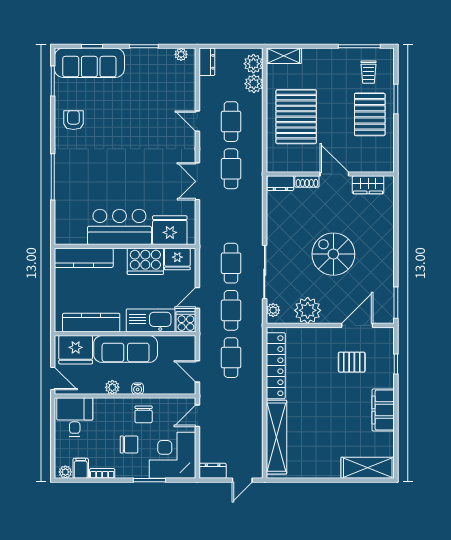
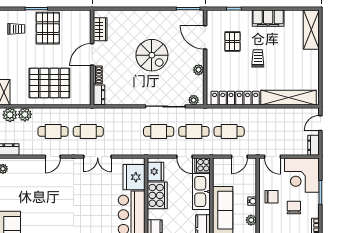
pallet: (370, 114) -> (48, 28), turned 90
spiral stairs: (333, 254) -> (152, 55), turned -90
plant: (308, 310) -> (199, 70), width x0.53, depth x0.53
trolley: (329, 396) -> (258, 58), added
door: (242, 480) -> (320, 123), swing flipped

